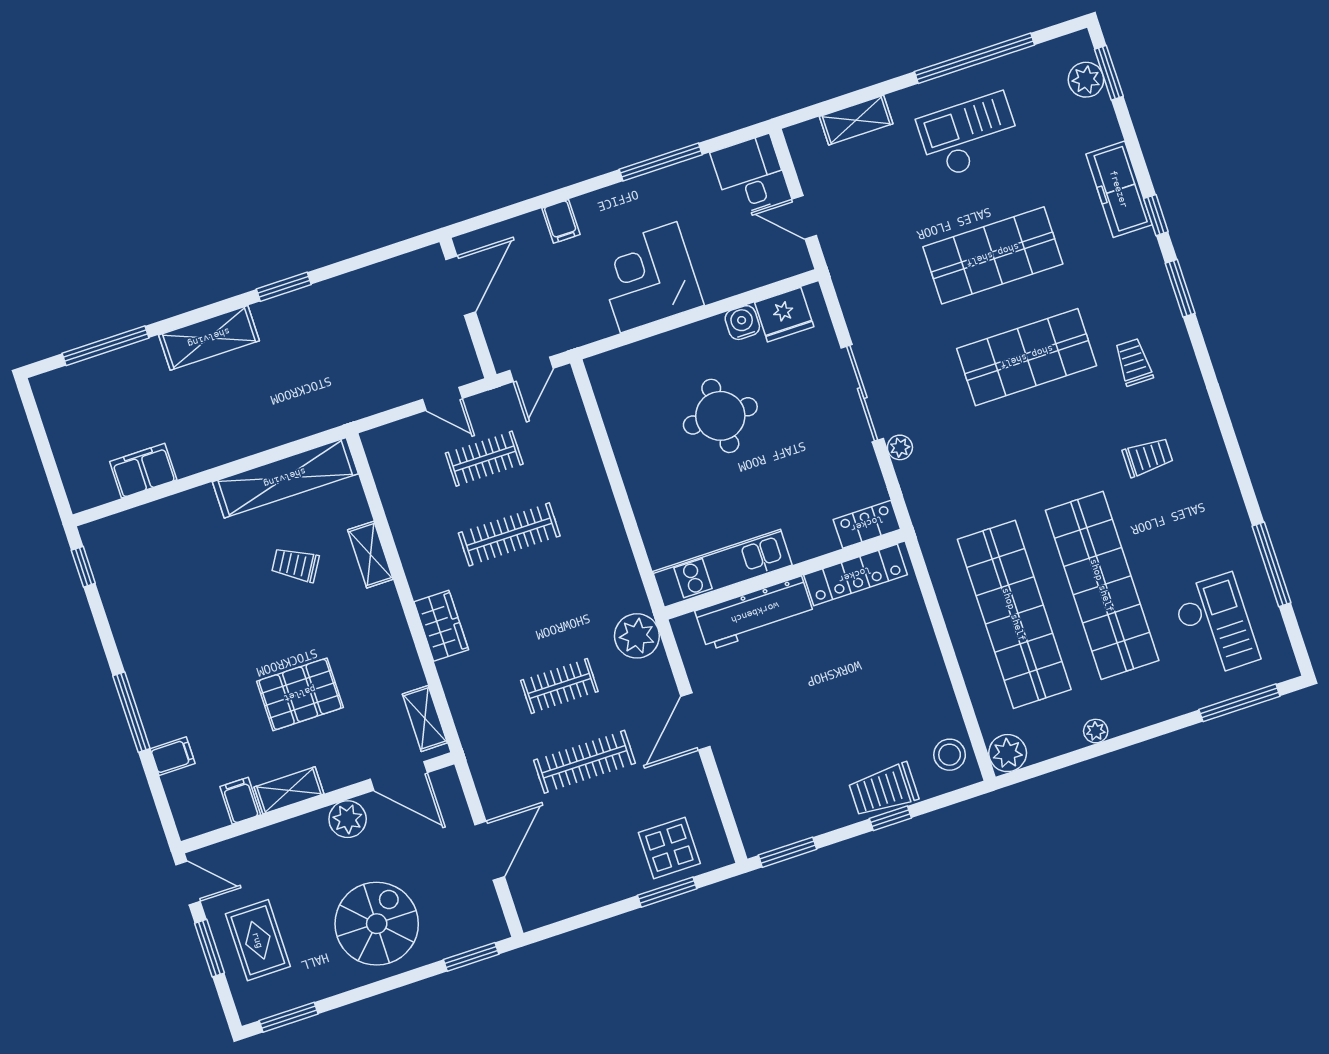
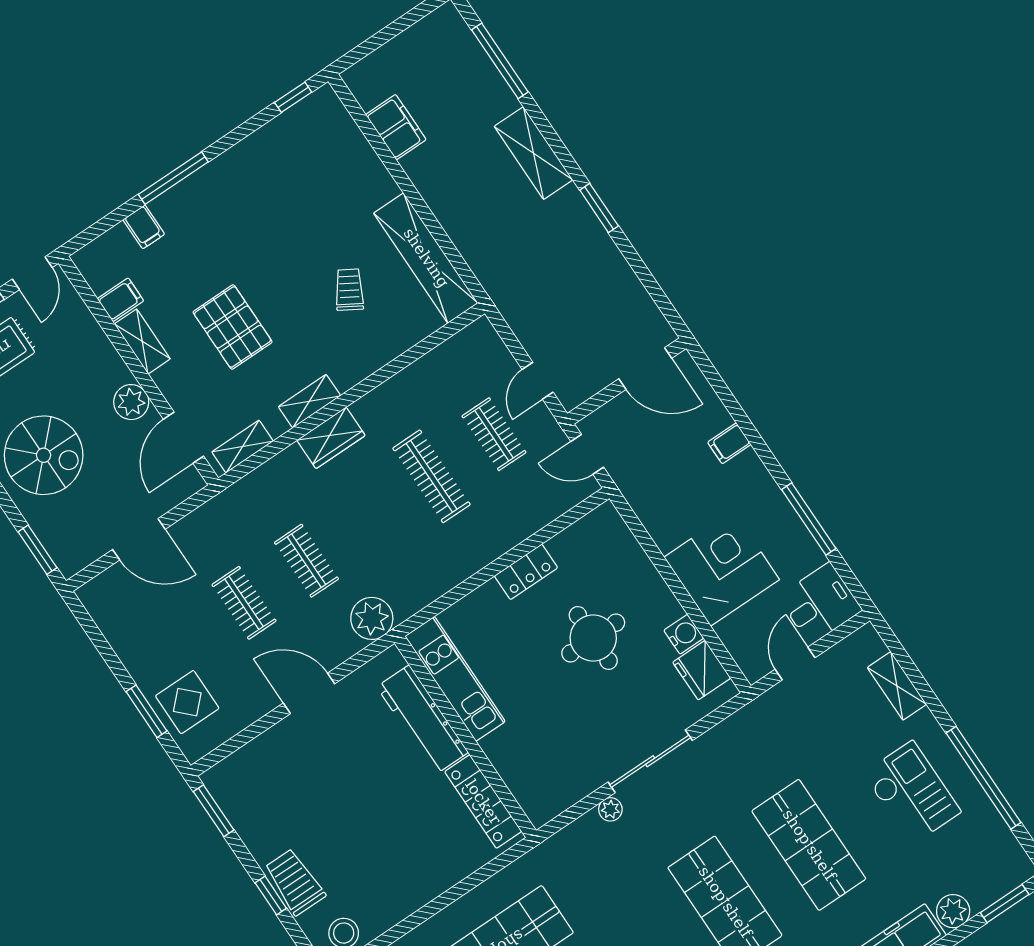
plant: (1086, 80) -> (953, 911), moved
corner desk: (649, 277) -> (722, 568), moved
locker: (867, 524) -> (526, 572), moved, turned 90
shelving: (370, 555) -> (309, 401), moved
clothes rail: (584, 762) -> (244, 603), width x0.73

